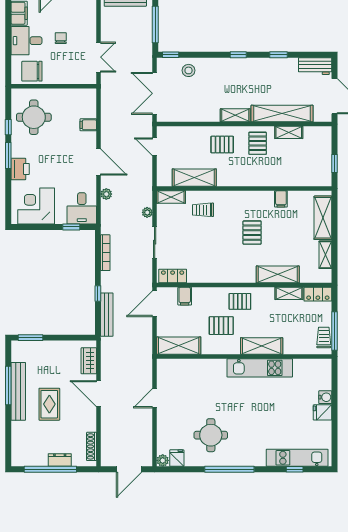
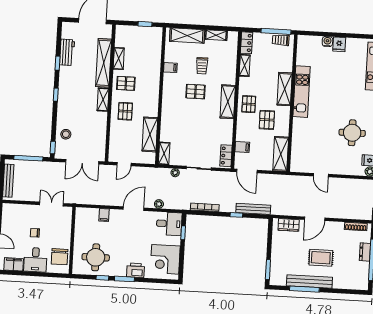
workbench: (315, 66) -> (67, 52), moved
trolley: (203, 210) -> (202, 66), moved
shelving: (278, 274) -> (228, 102), moved

